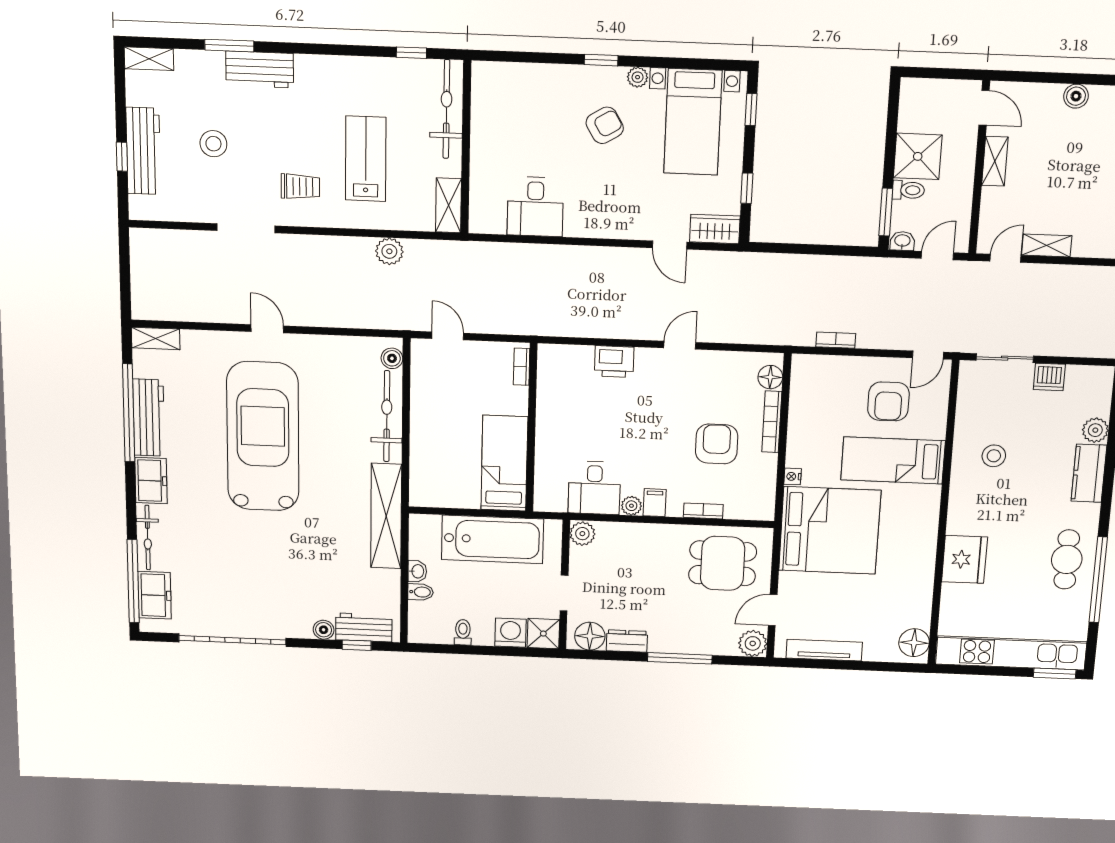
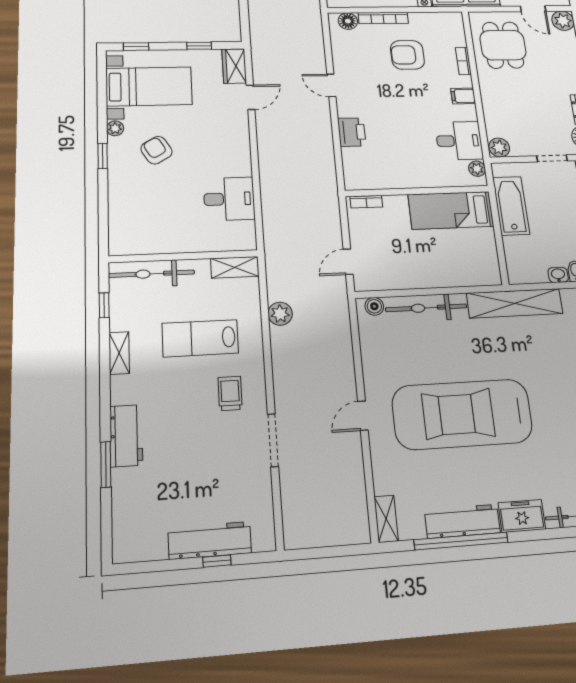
shelving: (149, 59) -> (119, 353), moved
stool: (213, 144) -> (198, 474), removed
plant: (631, 506) -> (477, 169), moved
bathtub: (492, 539) -> (511, 206), width x0.73, depth x0.73

